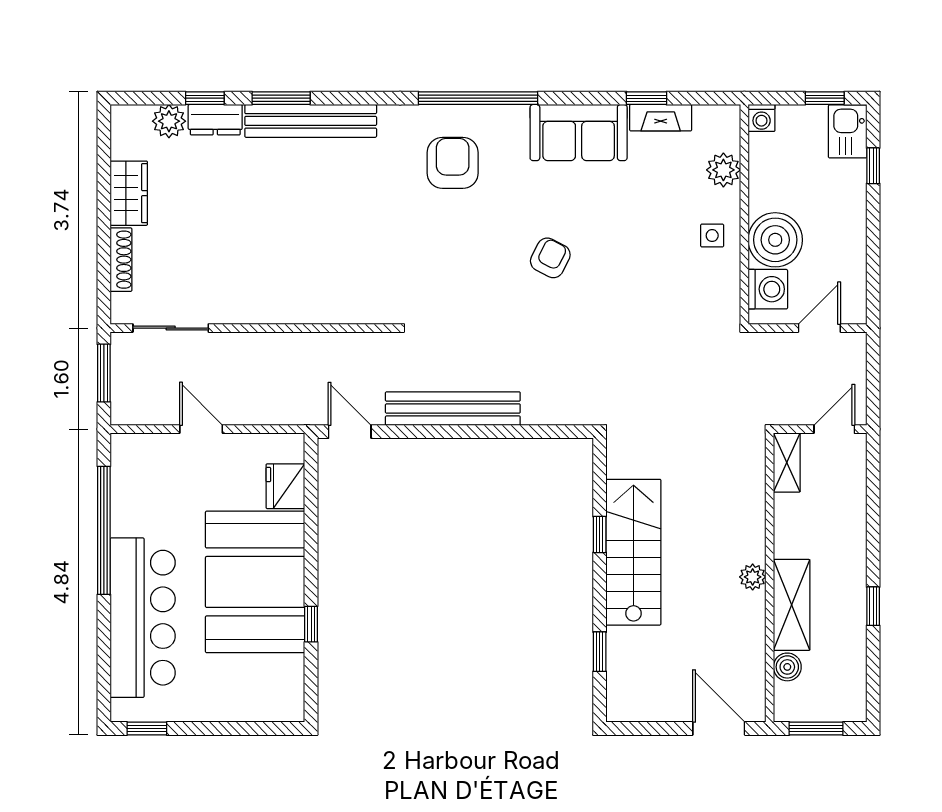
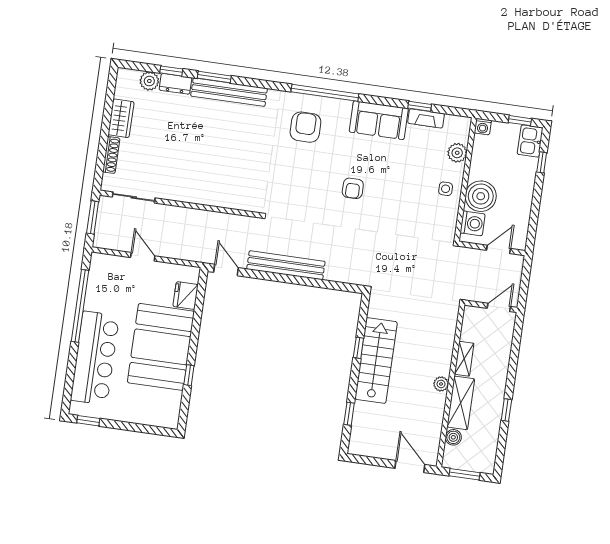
armchair: (550, 258) -> (353, 188), turned 153
shelving: (787, 463) -> (464, 359), moved

